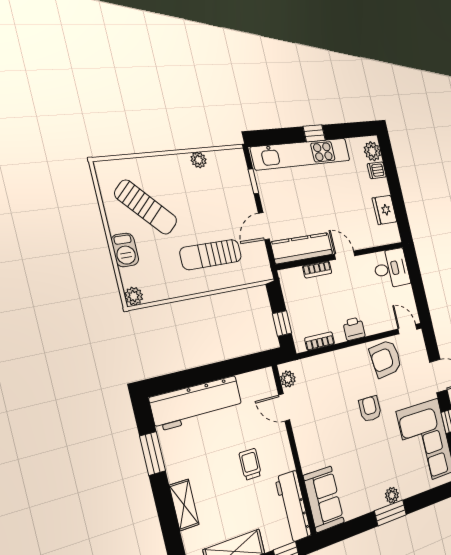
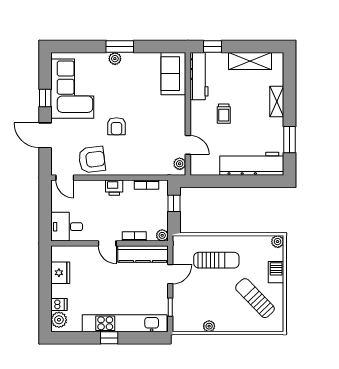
plant: (286, 277) -> (162, 235), added

